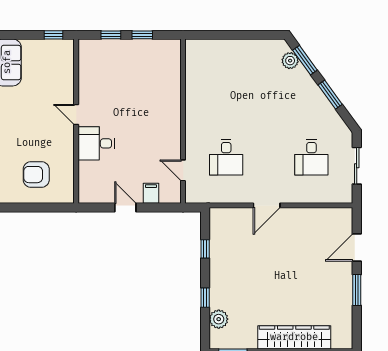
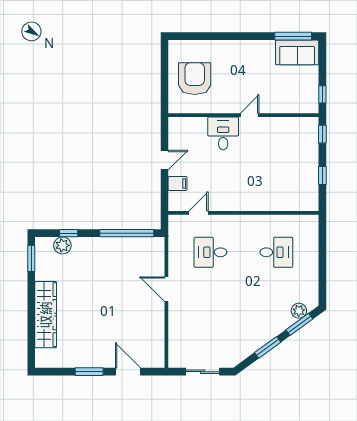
window: (111, 35) -> (322, 134), moved
desk: (311, 157) -> (276, 252), moved, turned 180
armchair: (36, 175) -> (195, 79), width x1.36, depth x1.36
window: (205, 249) -> (127, 233), width x3.17
window: (205, 298) -> (69, 233), moved

